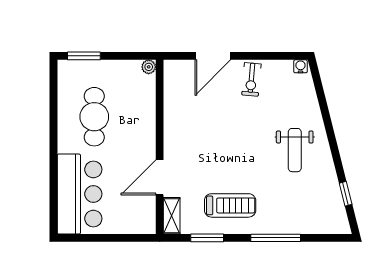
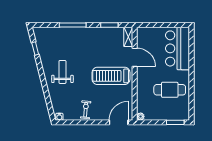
door: (213, 56) -> (119, 122), moved
cafe table: (94, 117) -> (170, 90), turned 90
door: (160, 177) -> (135, 57), hinge flipped
treadmill: (230, 205) -> (111, 76), moved, width x1.37, depth x1.38

